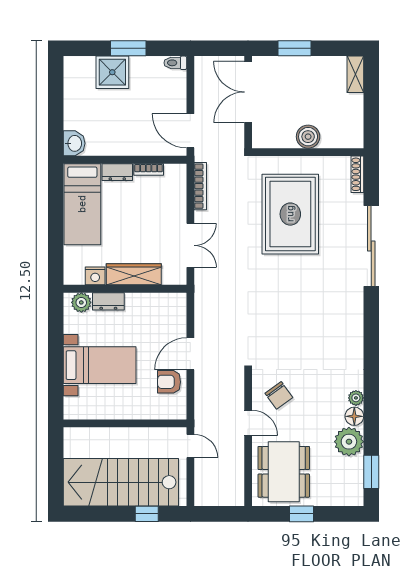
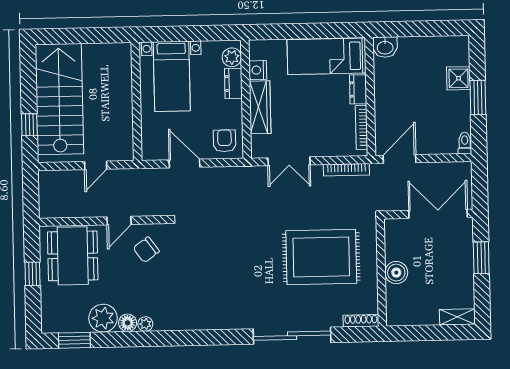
shower: (112, 72) -> (459, 78), width x0.73, depth x0.73
bookcase: (149, 170) -> (361, 127), width x1.56
armchair: (169, 382) -> (225, 141), moved
wall: (125, 423) -> (136, 101), moved
dining table: (284, 472) -> (73, 256), turned 90

